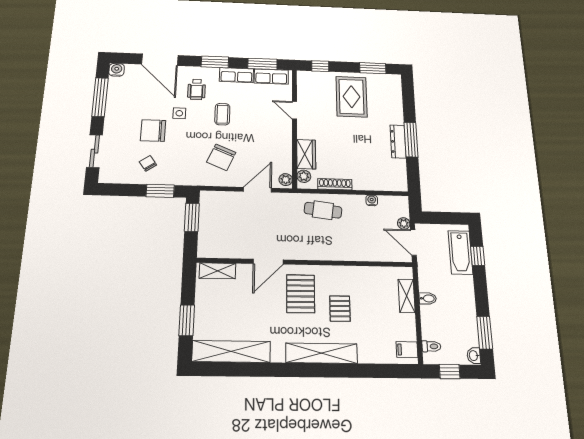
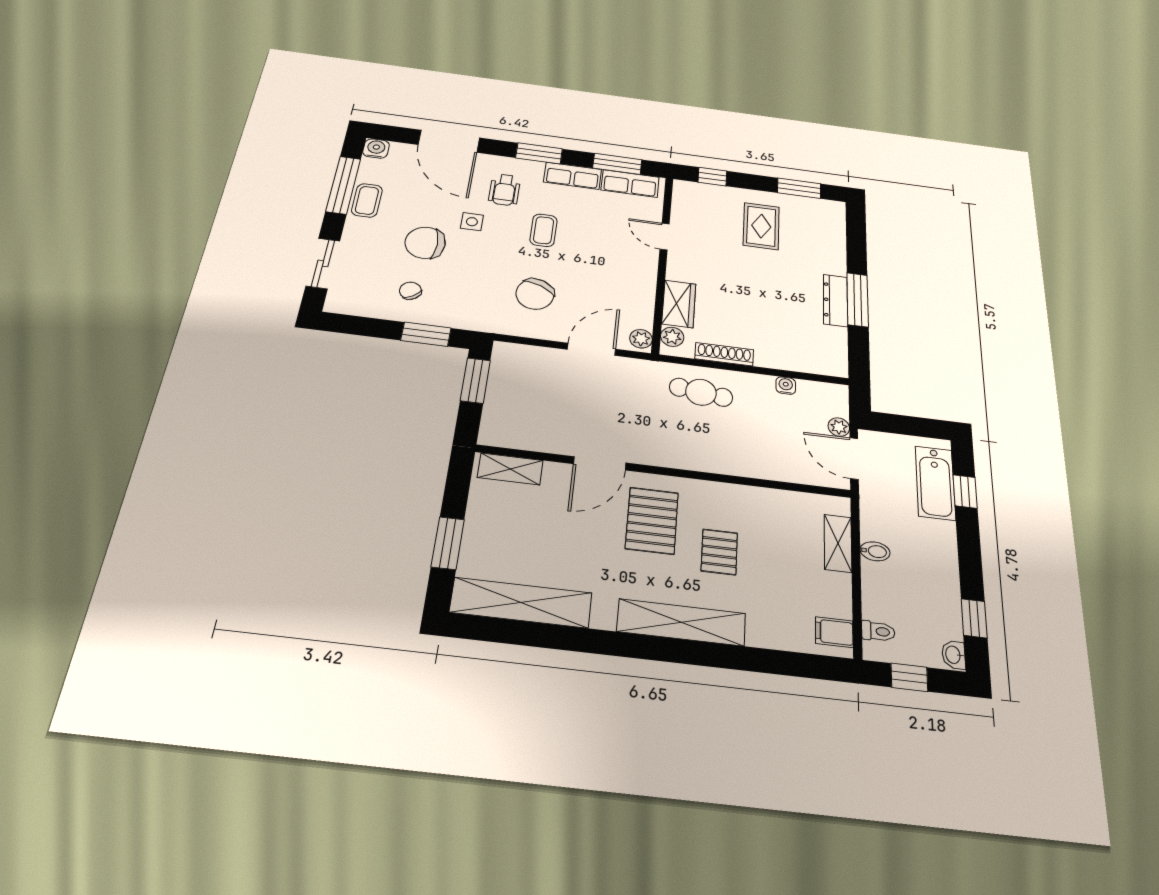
rug: (352, 97) -> (761, 226), width x0.73, depth x0.70
coffee table: (115, 106) -> (367, 200), added
window: (485, 333) -> (974, 618), width x0.67

